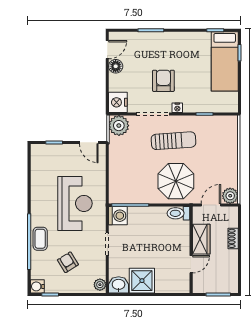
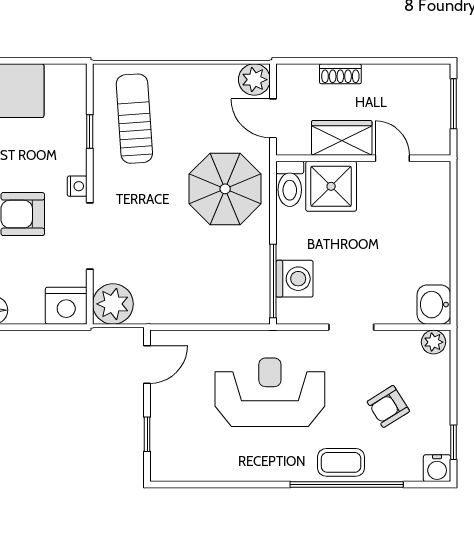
sun lounger: (174, 141) -> (134, 119), moved
washing machine: (118, 216) -> (294, 279), moved, turned 90
shower: (142, 281) -> (331, 186), moved

